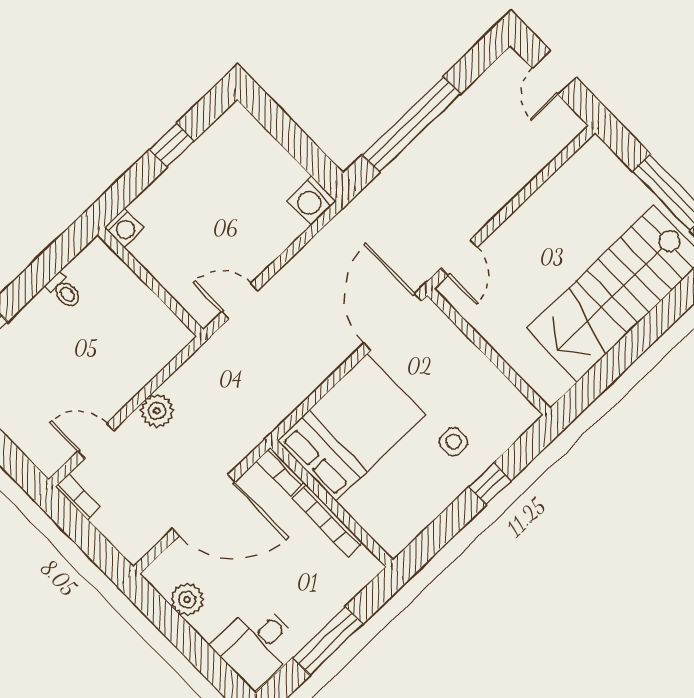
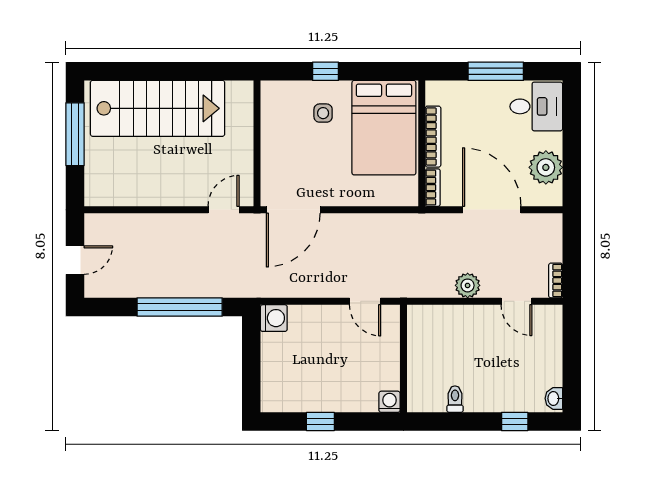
bed: (351, 427) -> (384, 128), moved, turned -90
plant: (187, 599) -> (546, 167), width x1.36, depth x1.36

